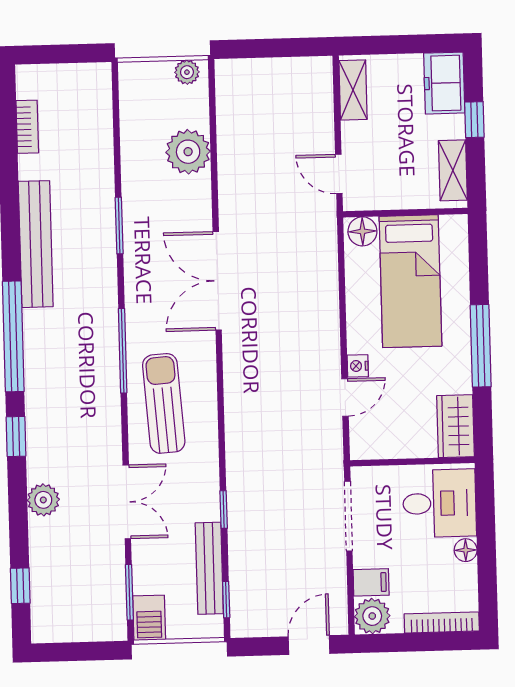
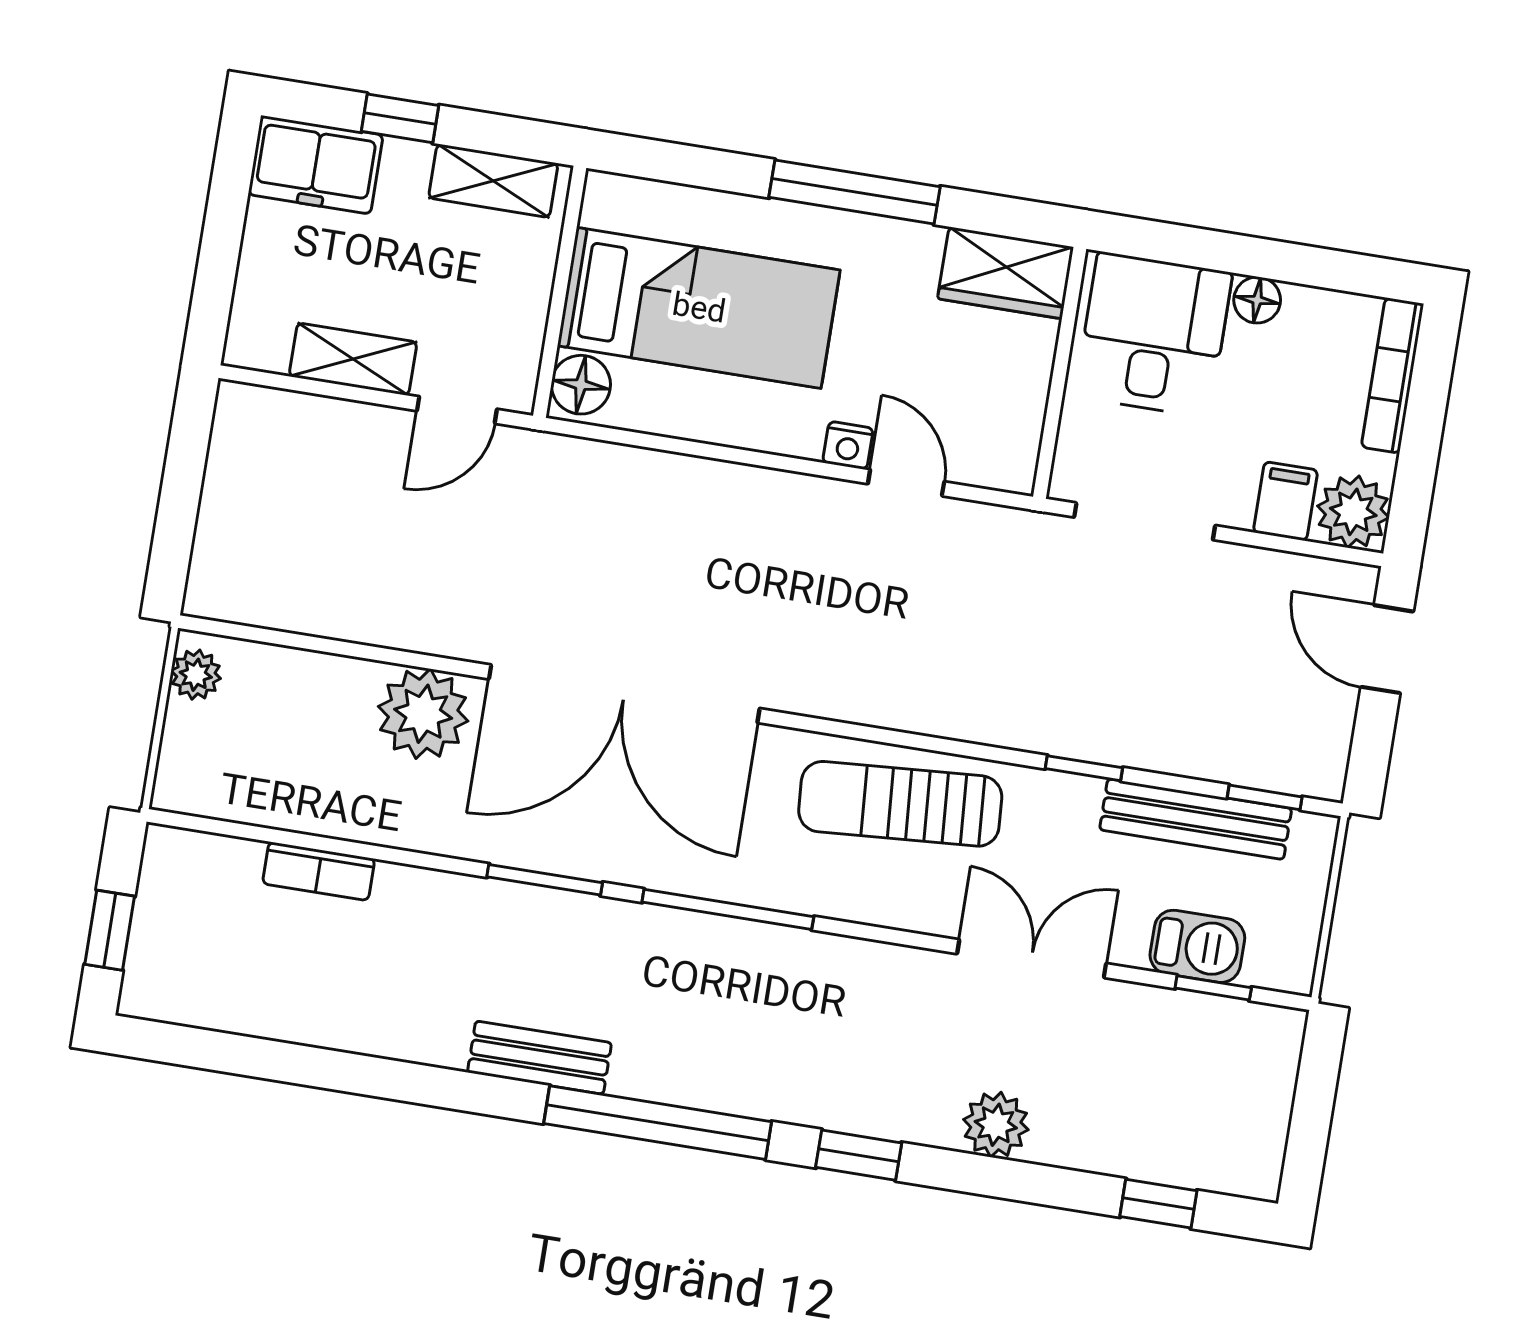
window: (56, 54) -> (110, 930), added
shelving: (353, 90) -> (353, 359), moved
bookcase: (27, 127) -> (319, 871), moved, turned 180
plant: (188, 152) -> (423, 714), moved
window: (119, 226) -> (545, 880), moved
bench: (36, 244) -> (540, 1058), width x0.54, depth x0.82
double door: (217, 281) -> (624, 694), width x1.36
sun lounger: (164, 403) -> (900, 804), moved
window: (129, 592) -> (1213, 988), width x0.67
barbecue: (149, 618) -> (1197, 946), moved

